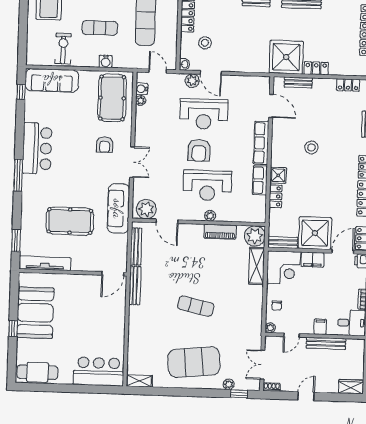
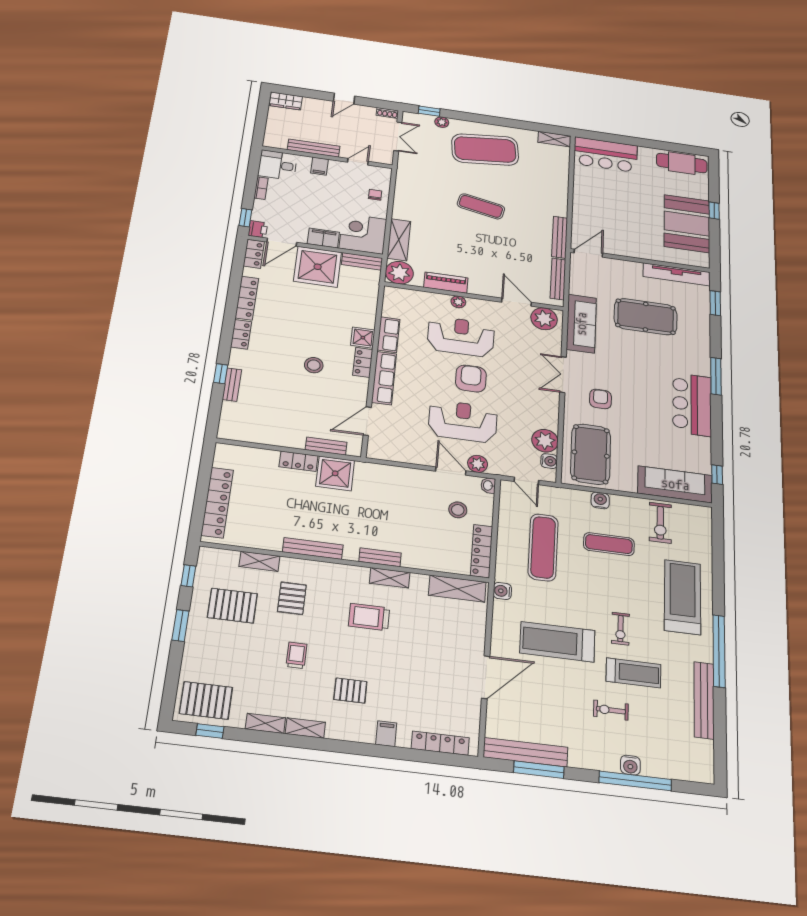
shower: (286, 57) -> (335, 473), width x0.73, depth x0.73
locker: (348, 85) -> (254, 436), removed
plant: (141, 101) -> (545, 441), width x1.87, depth x1.87
door: (271, 106) -> (367, 421), hinge flipped
locker: (276, 196) -> (363, 362), moved
plant: (270, 328) -> (385, 173), removed

